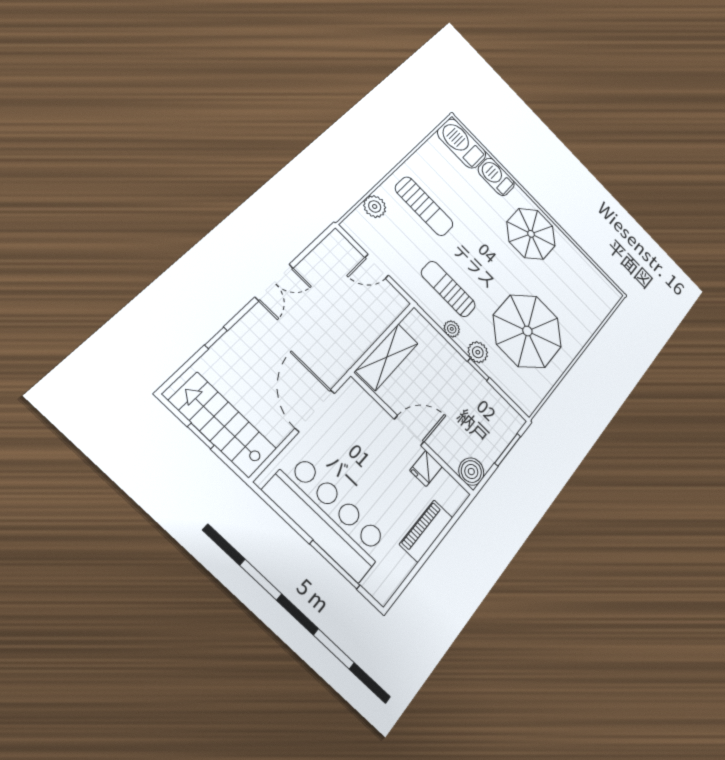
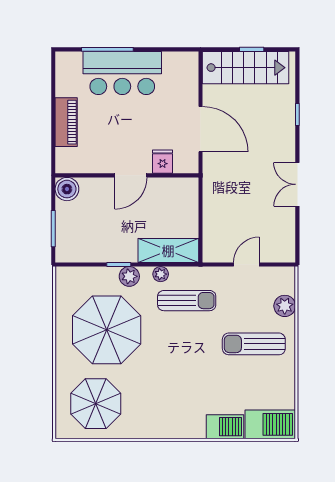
parasol: (531, 234) -> (96, 404), moved
shelving: (387, 357) -> (168, 250), moved, turned 90
fridge: (426, 468) -> (163, 162), moved
bar counter: (327, 516) -> (122, 73), width x0.73

